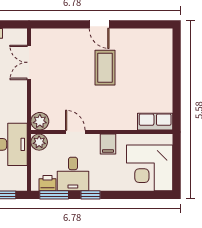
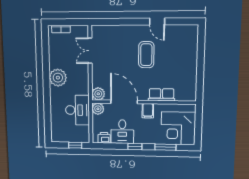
door: (99, 24) -> (157, 22), moved
row of seats: (155, 122) -> (162, 95), moved
door: (75, 132) -> (124, 102), width x1.87
window: (54, 195) -> (165, 147), moved

